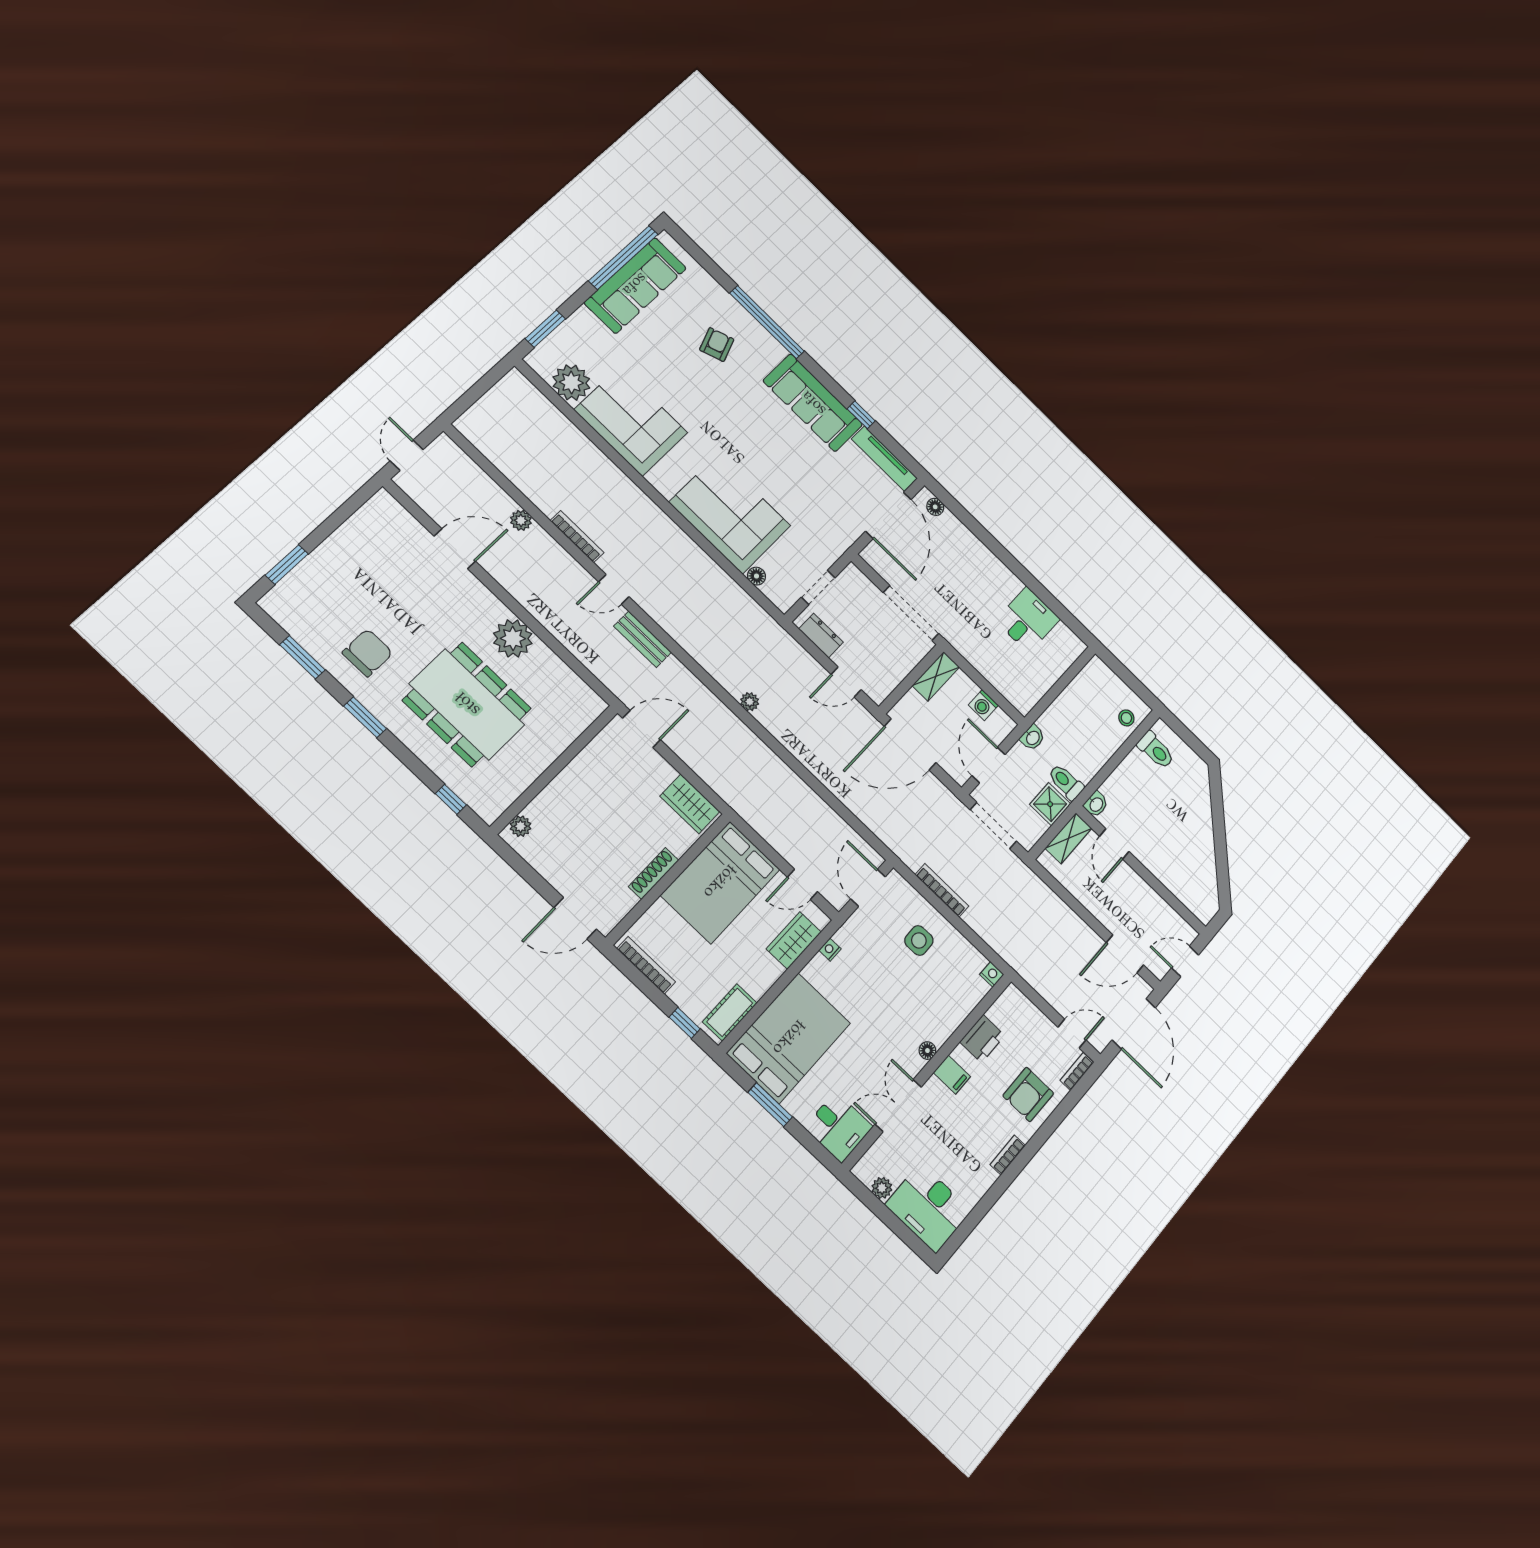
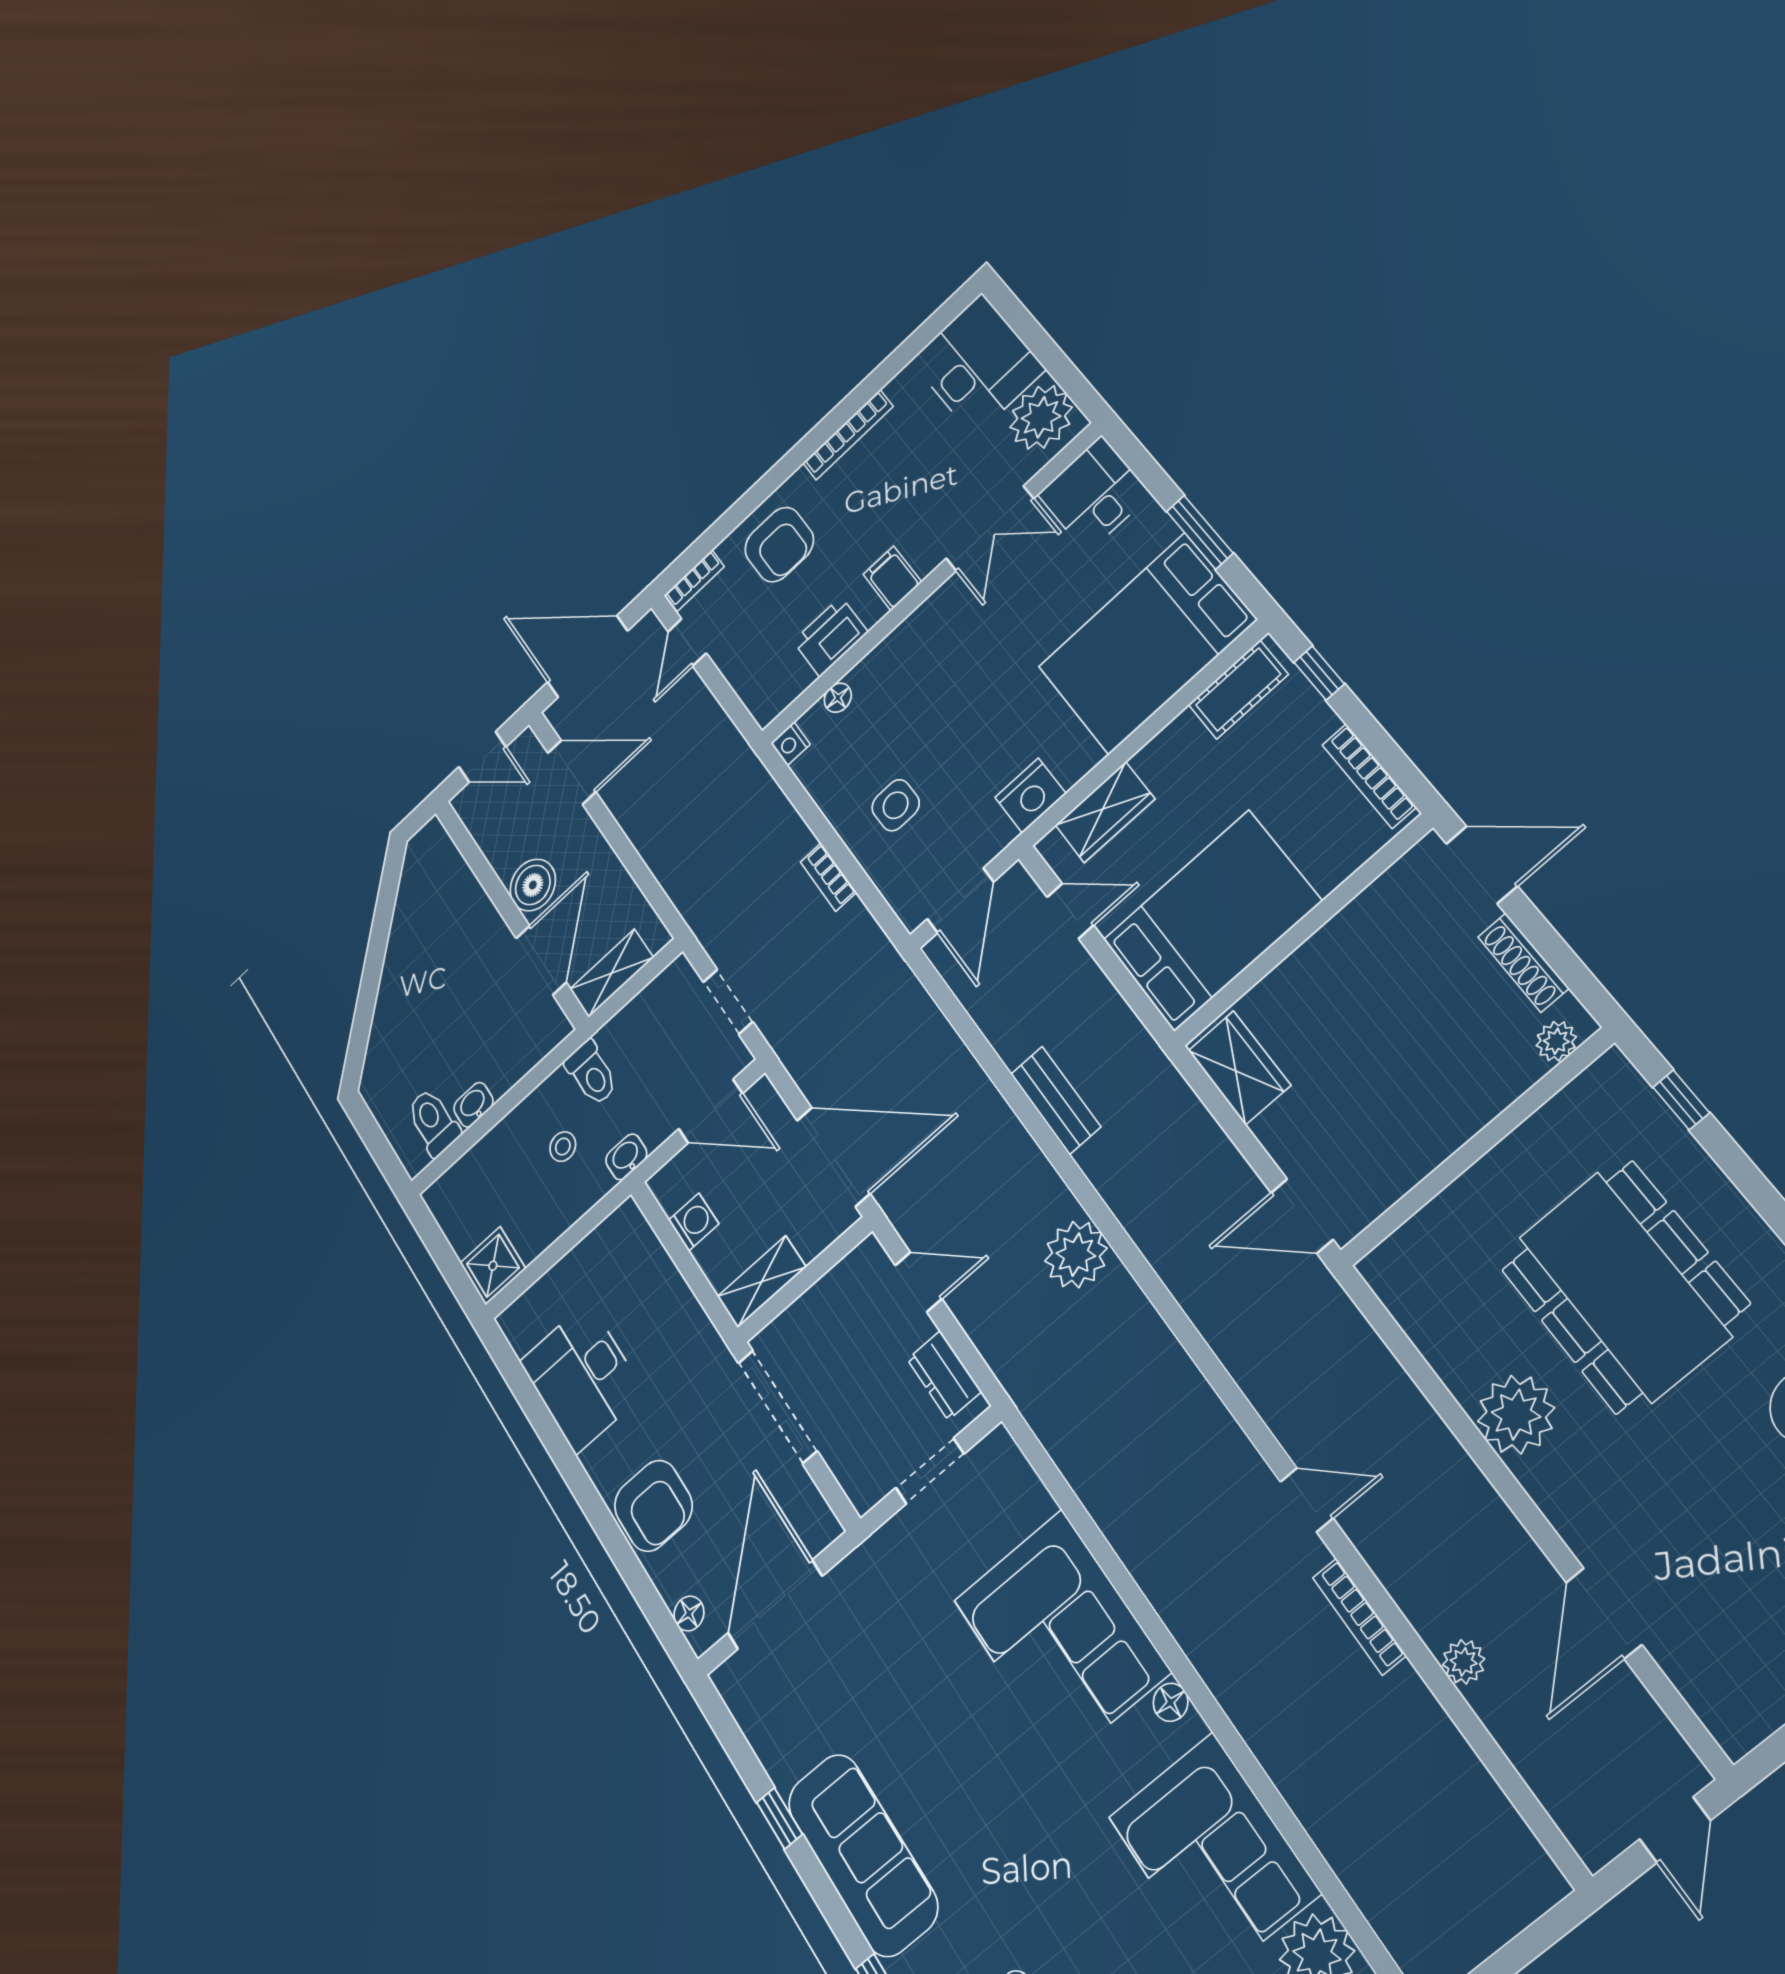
tv unit: (885, 459) -> (757, 1722), removed
door: (455, 549) -> (1604, 1613), hinge flipped
armchair: (969, 558) -> (653, 1506), added
floor lamp: (757, 576) -> (1171, 1702), moved
desk: (1028, 620) -> (582, 1377), width x1.37
bench: (643, 639) -> (1056, 1100), moved
plant: (750, 702) -> (1076, 1255), width x1.87, depth x1.87
stool: (1126, 718) -> (563, 1147), moved
door: (989, 765) -> (711, 1111), hinge flipped
shower: (1050, 804) -> (493, 1266), moved
washbasin: (1096, 804) -> (473, 1105), moved
doorway: (993, 826) -> (728, 1002), width x0.73
door: (1114, 844) -> (541, 960), width x1.38
shoe rack: (654, 873) -> (1523, 963), moved, turned 90
boiler: (1131, 887) -> (533, 885), added
bookcase: (942, 890) -> (828, 877), width x0.64
nightstand: (830, 950) -> (1030, 796), width x1.89, depth x1.79
door: (1134, 1024) -> (587, 657), hinge flipped
door: (1072, 1034) -> (687, 642), hinge flipped
floor lamp: (927, 1051) -> (838, 698), moved
armchair: (1028, 1094) -> (779, 545), turned 90
bookcase: (1008, 1155) -> (848, 435), width x1.56
plant: (882, 1188) -> (1041, 417), width x1.87, depth x1.87

